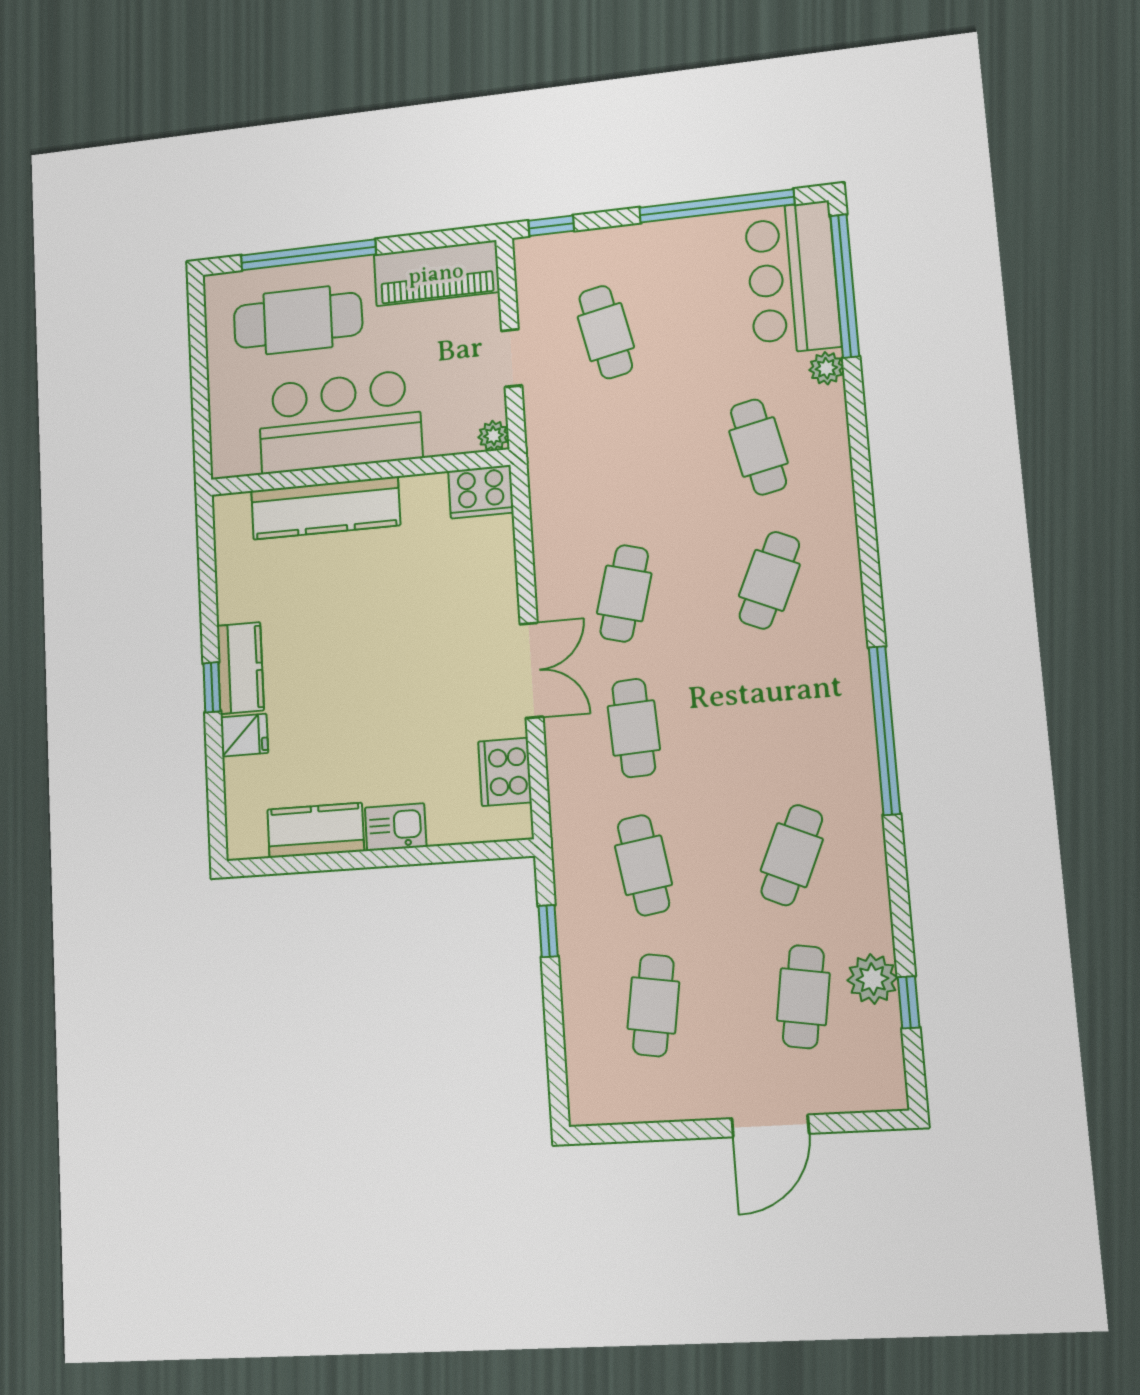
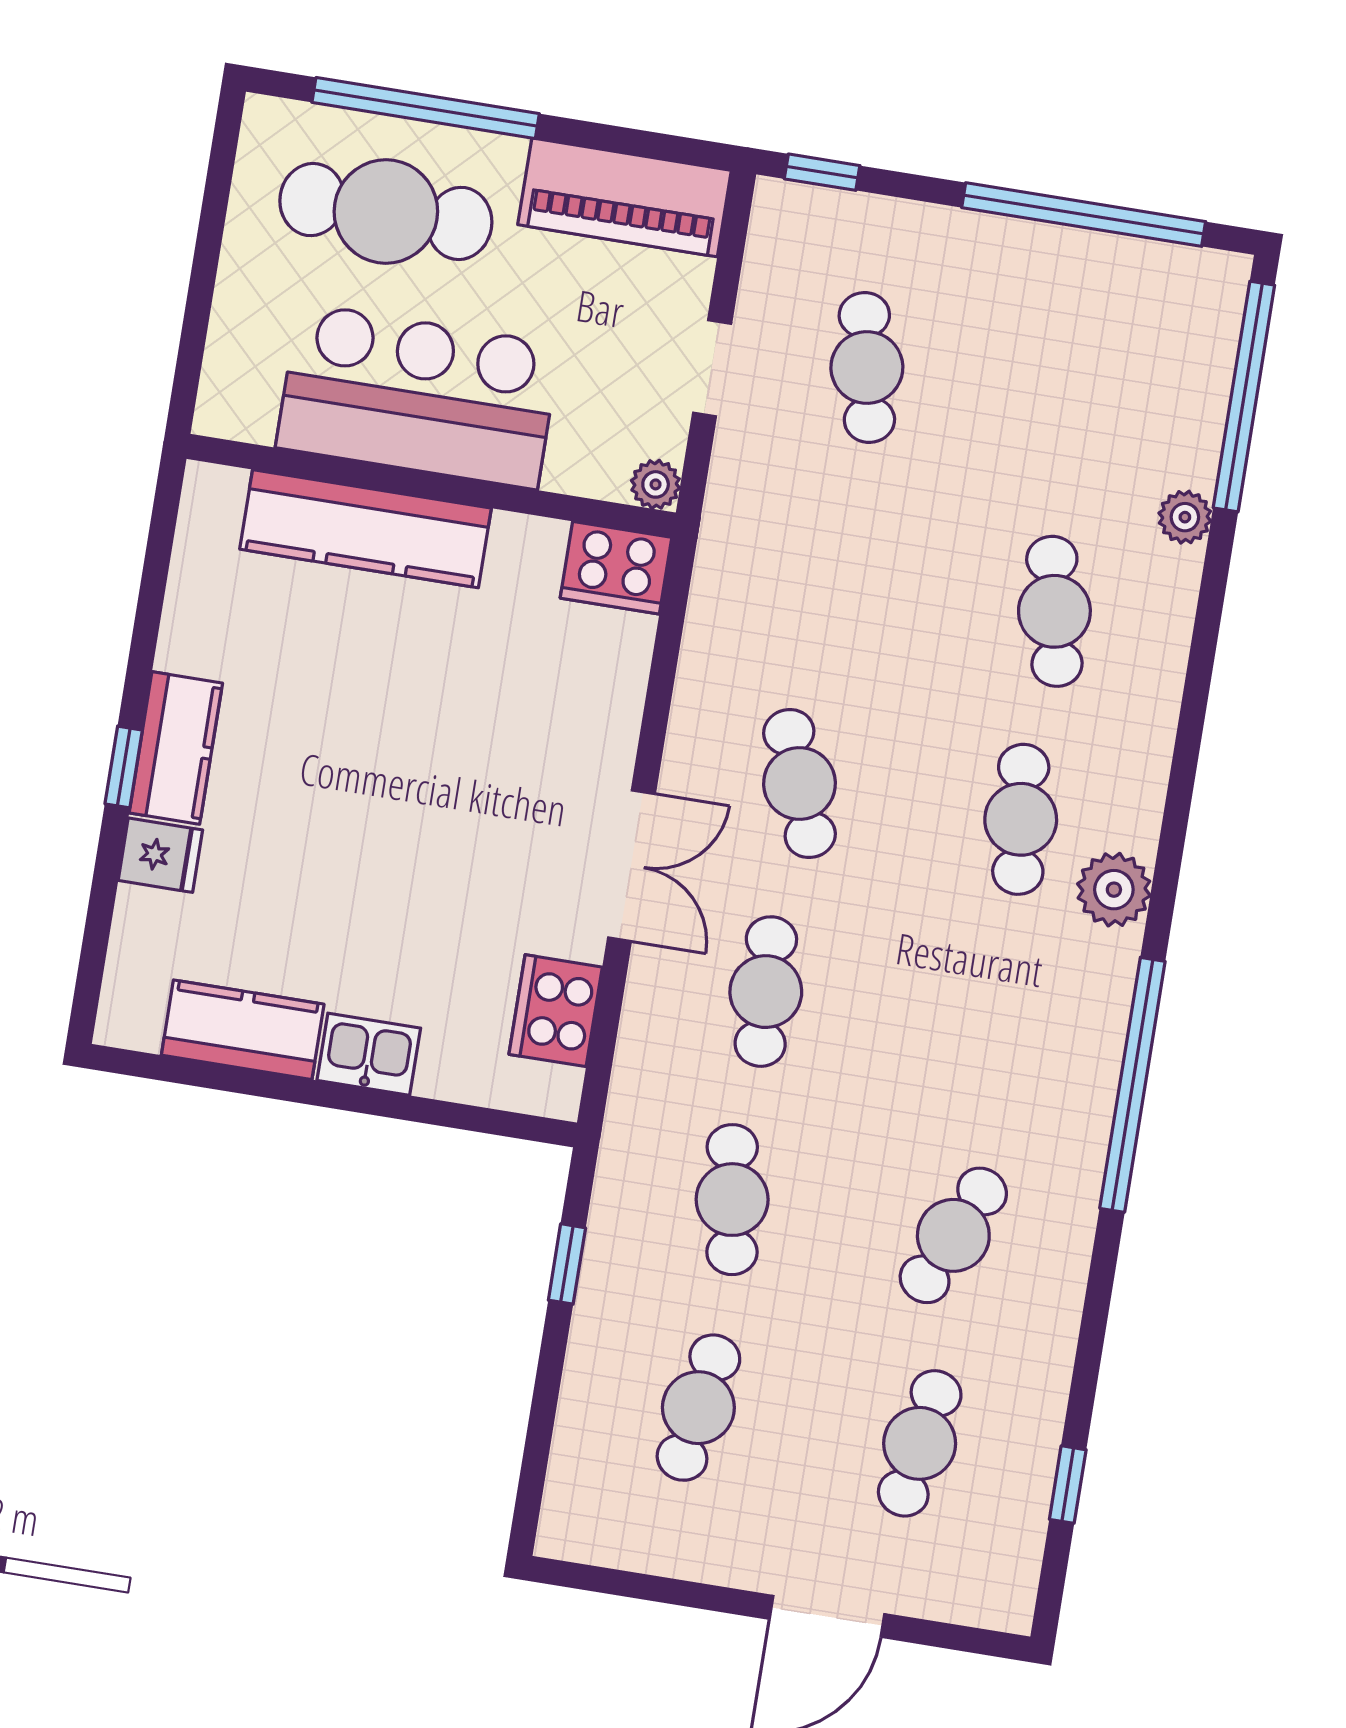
bar counter: (793, 278) -> (1170, 362), removed
cafe table: (769, 580) -> (1021, 819), turned -30
cafe table: (624, 593) -> (799, 784), turned -36
plant: (872, 979) -> (1114, 890), moved

